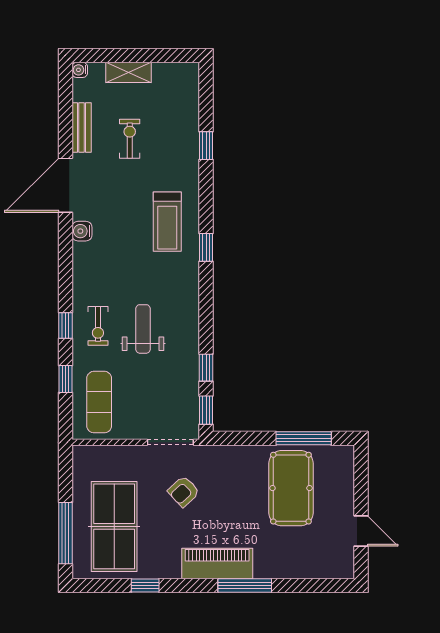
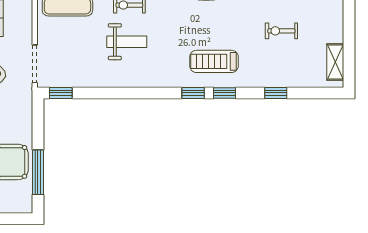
shelving: (129, 72) -> (335, 62), moved
exercise bike: (130, 139) -> (281, 31), turned 180
window: (206, 368) -> (224, 93), moved

